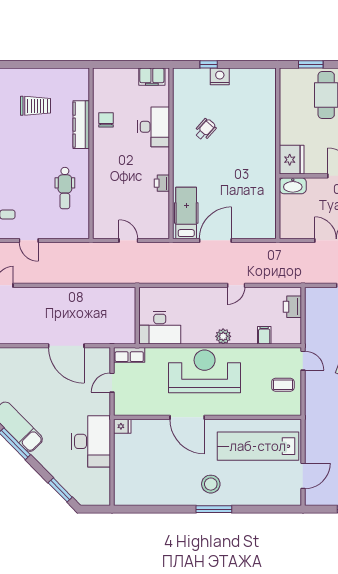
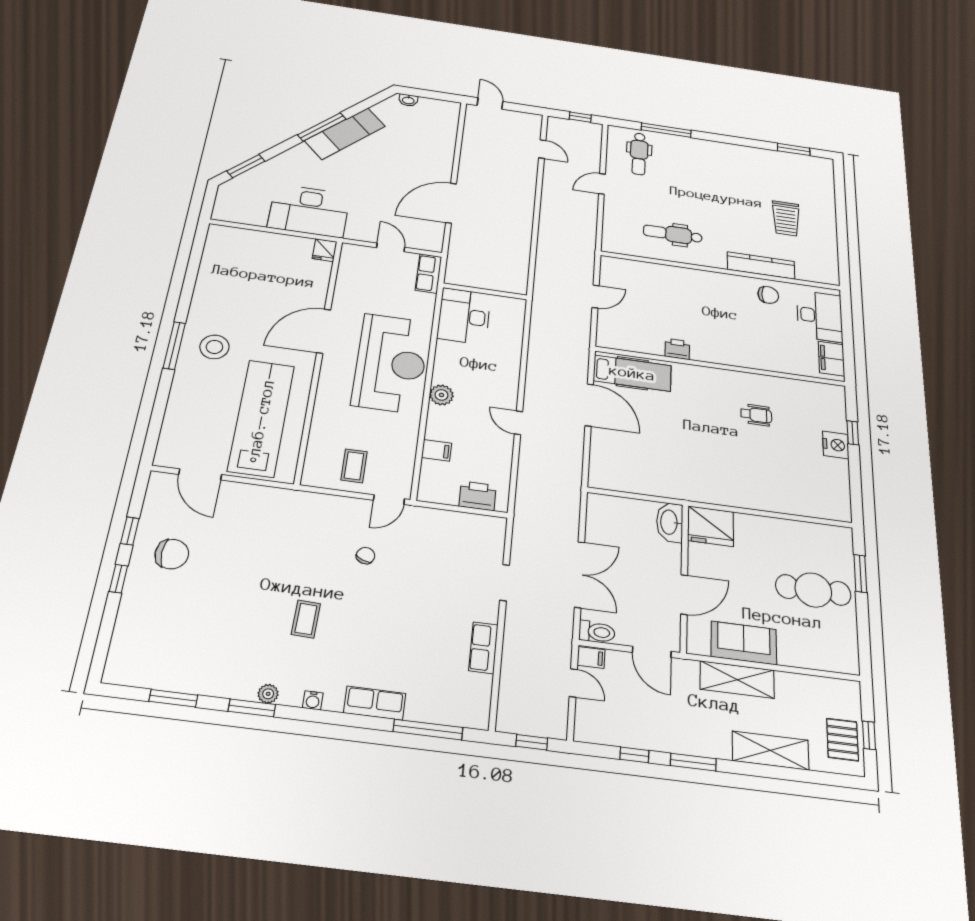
desk: (154, 127) -> (820, 316), moved, turned -90
wheelchair: (205, 130) -> (756, 415), turned -42

